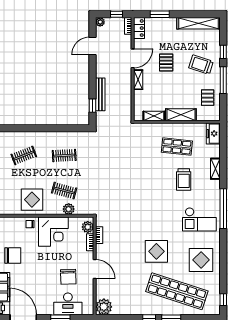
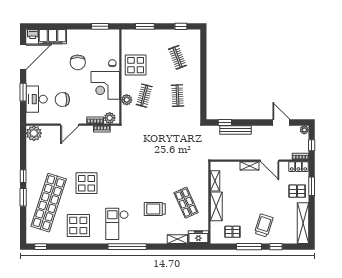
pallet: (166, 62) -> (297, 191), moved
shop shelf: (177, 147) -> (186, 203), turned -30
shelving: (215, 169) -> (177, 239), moved
chair: (13, 255) -> (78, 62), moved

